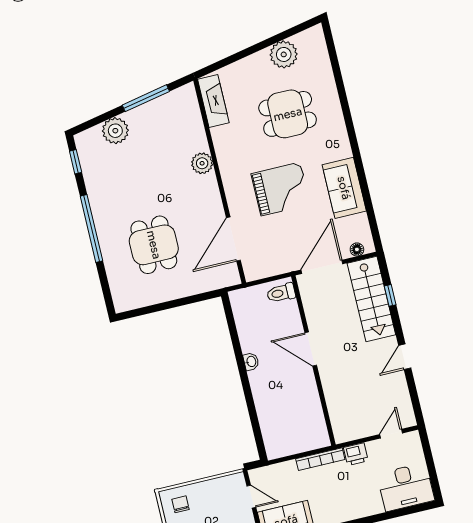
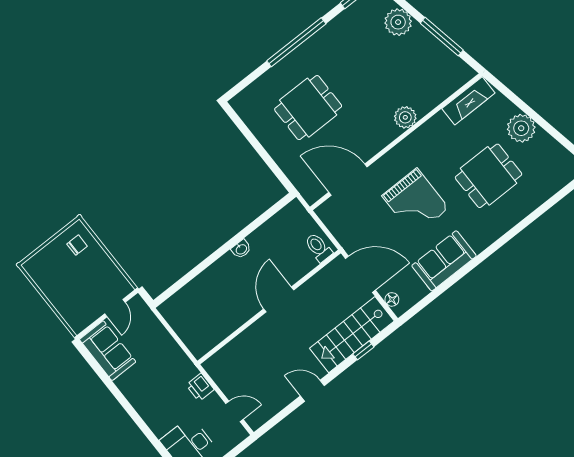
plant: (284, 54) -> (521, 128), moved
dining table: (288, 114) -> (489, 176), turned 90
bookcase: (320, 459) -> (180, 356), removed

